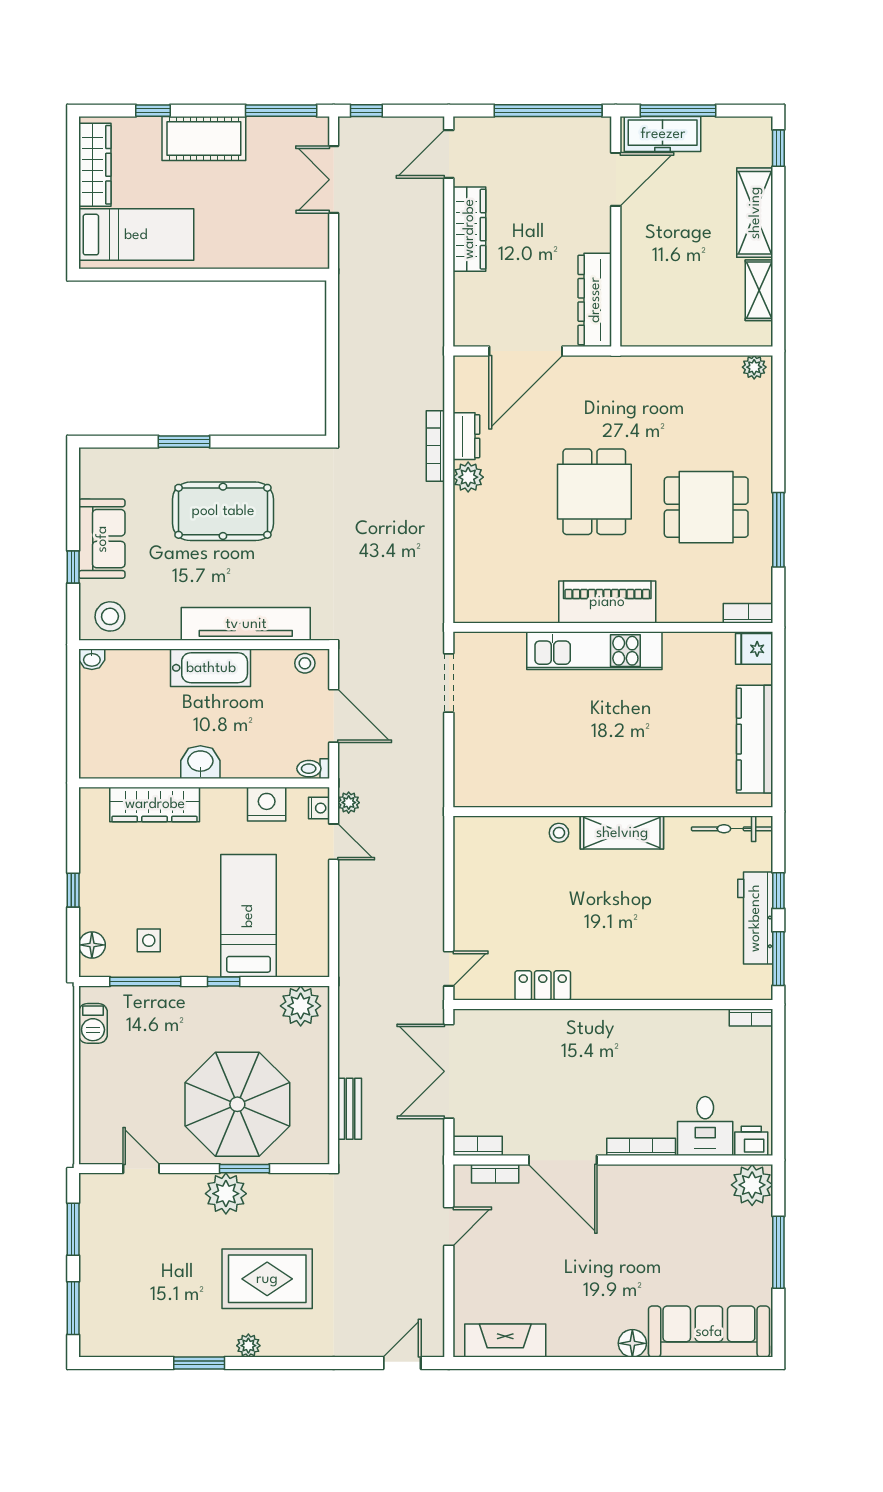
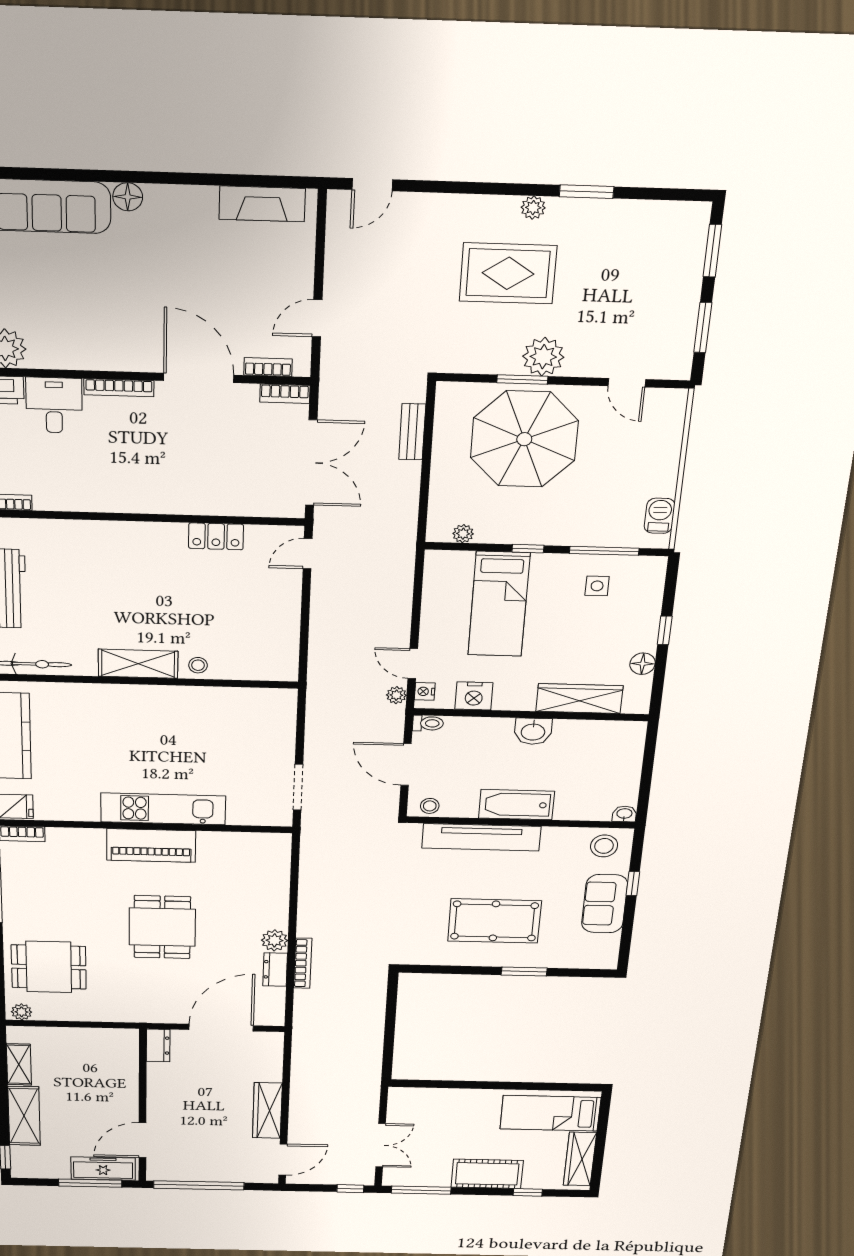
dresser: (595, 300) -> (158, 1045), width x0.51, depth x0.80
dining table: (706, 507) -> (49, 967), moved
floor lamp: (92, 945) -> (643, 664), moved
plant: (301, 1006) -> (463, 534), width x0.53, depth x0.53

